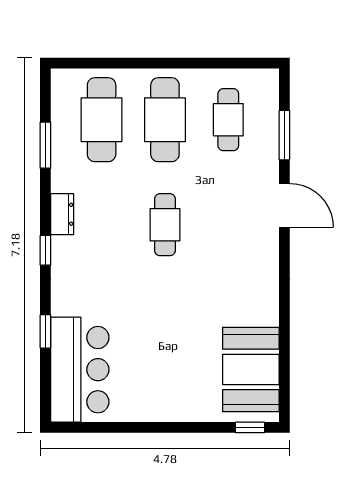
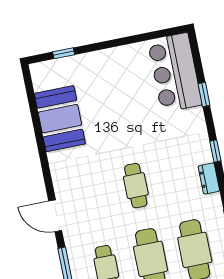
booth: (251, 369) -> (60, 119), moved
window: (250, 427) -> (64, 53), moved

